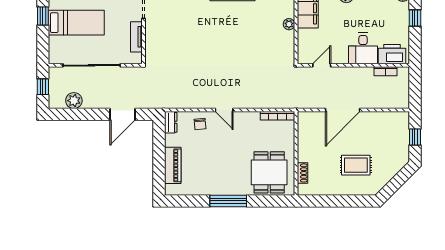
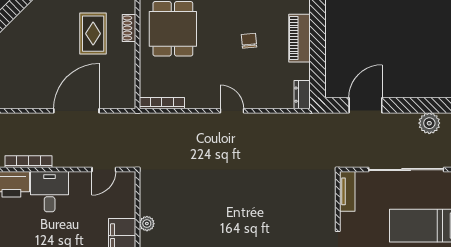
tv unit: (136, 37) -> (347, 191), moved
bookcase: (385, 71) -> (28, 162), width x1.56
chair: (200, 124) -> (249, 41), moved
rug: (356, 165) -> (93, 34), moved, turned 90

